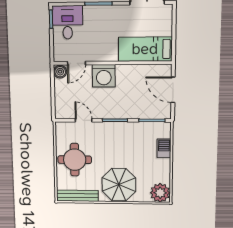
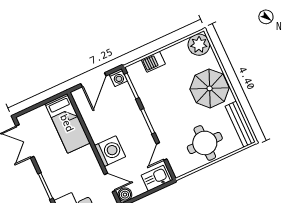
kitchen sink: (63, 105) -> (156, 178), added
washing machine: (165, 112) -> (118, 78), added

